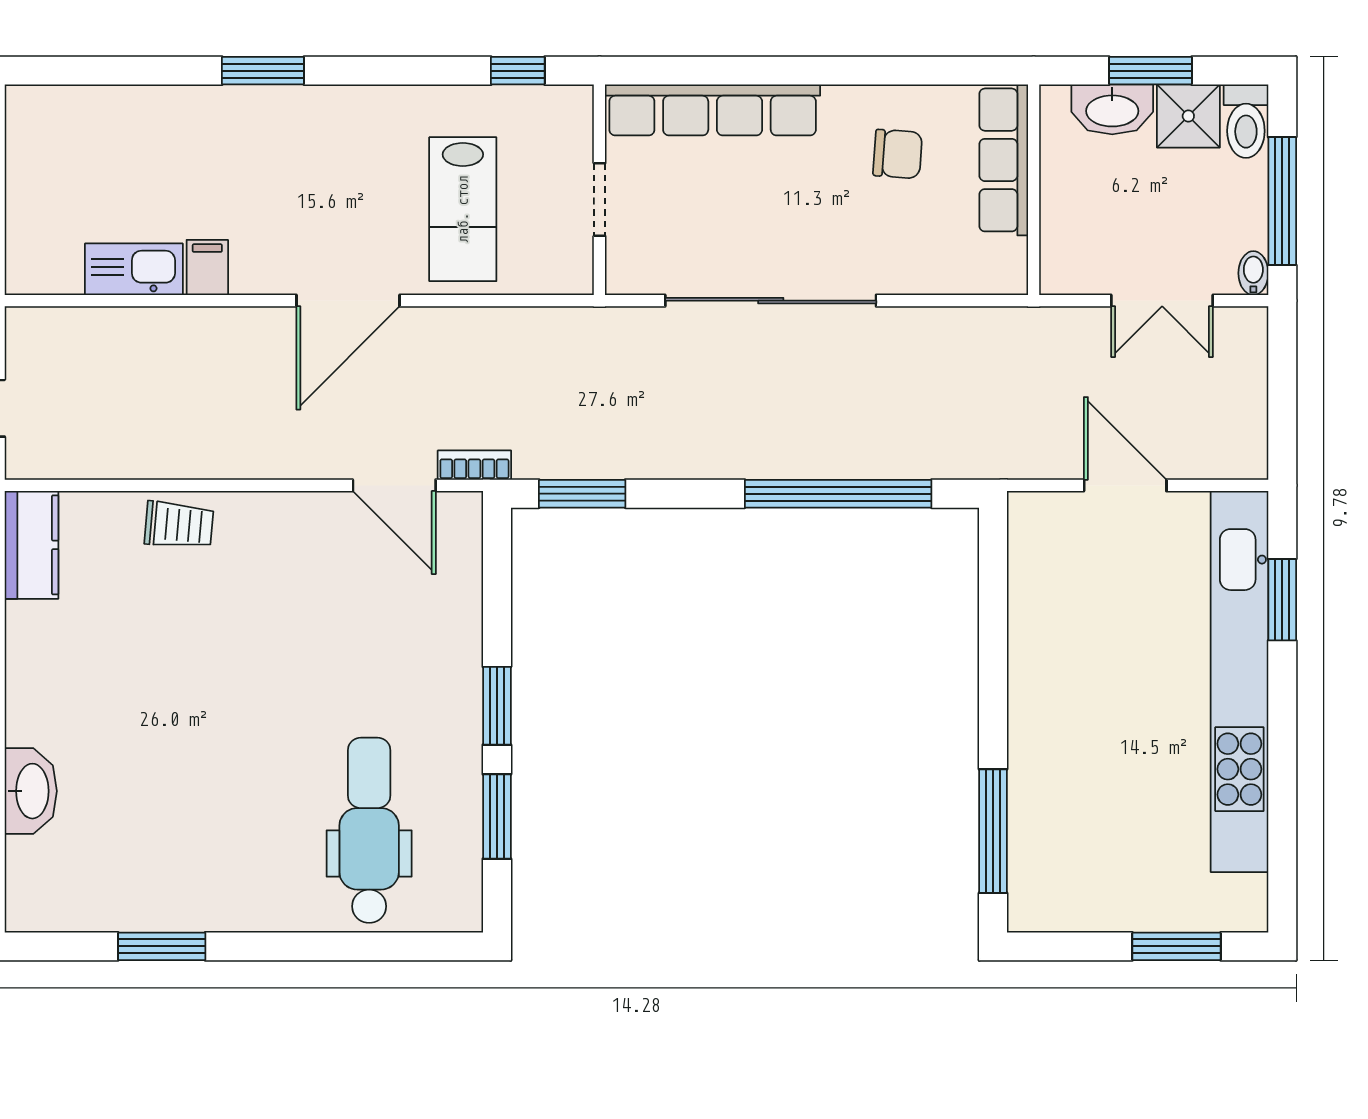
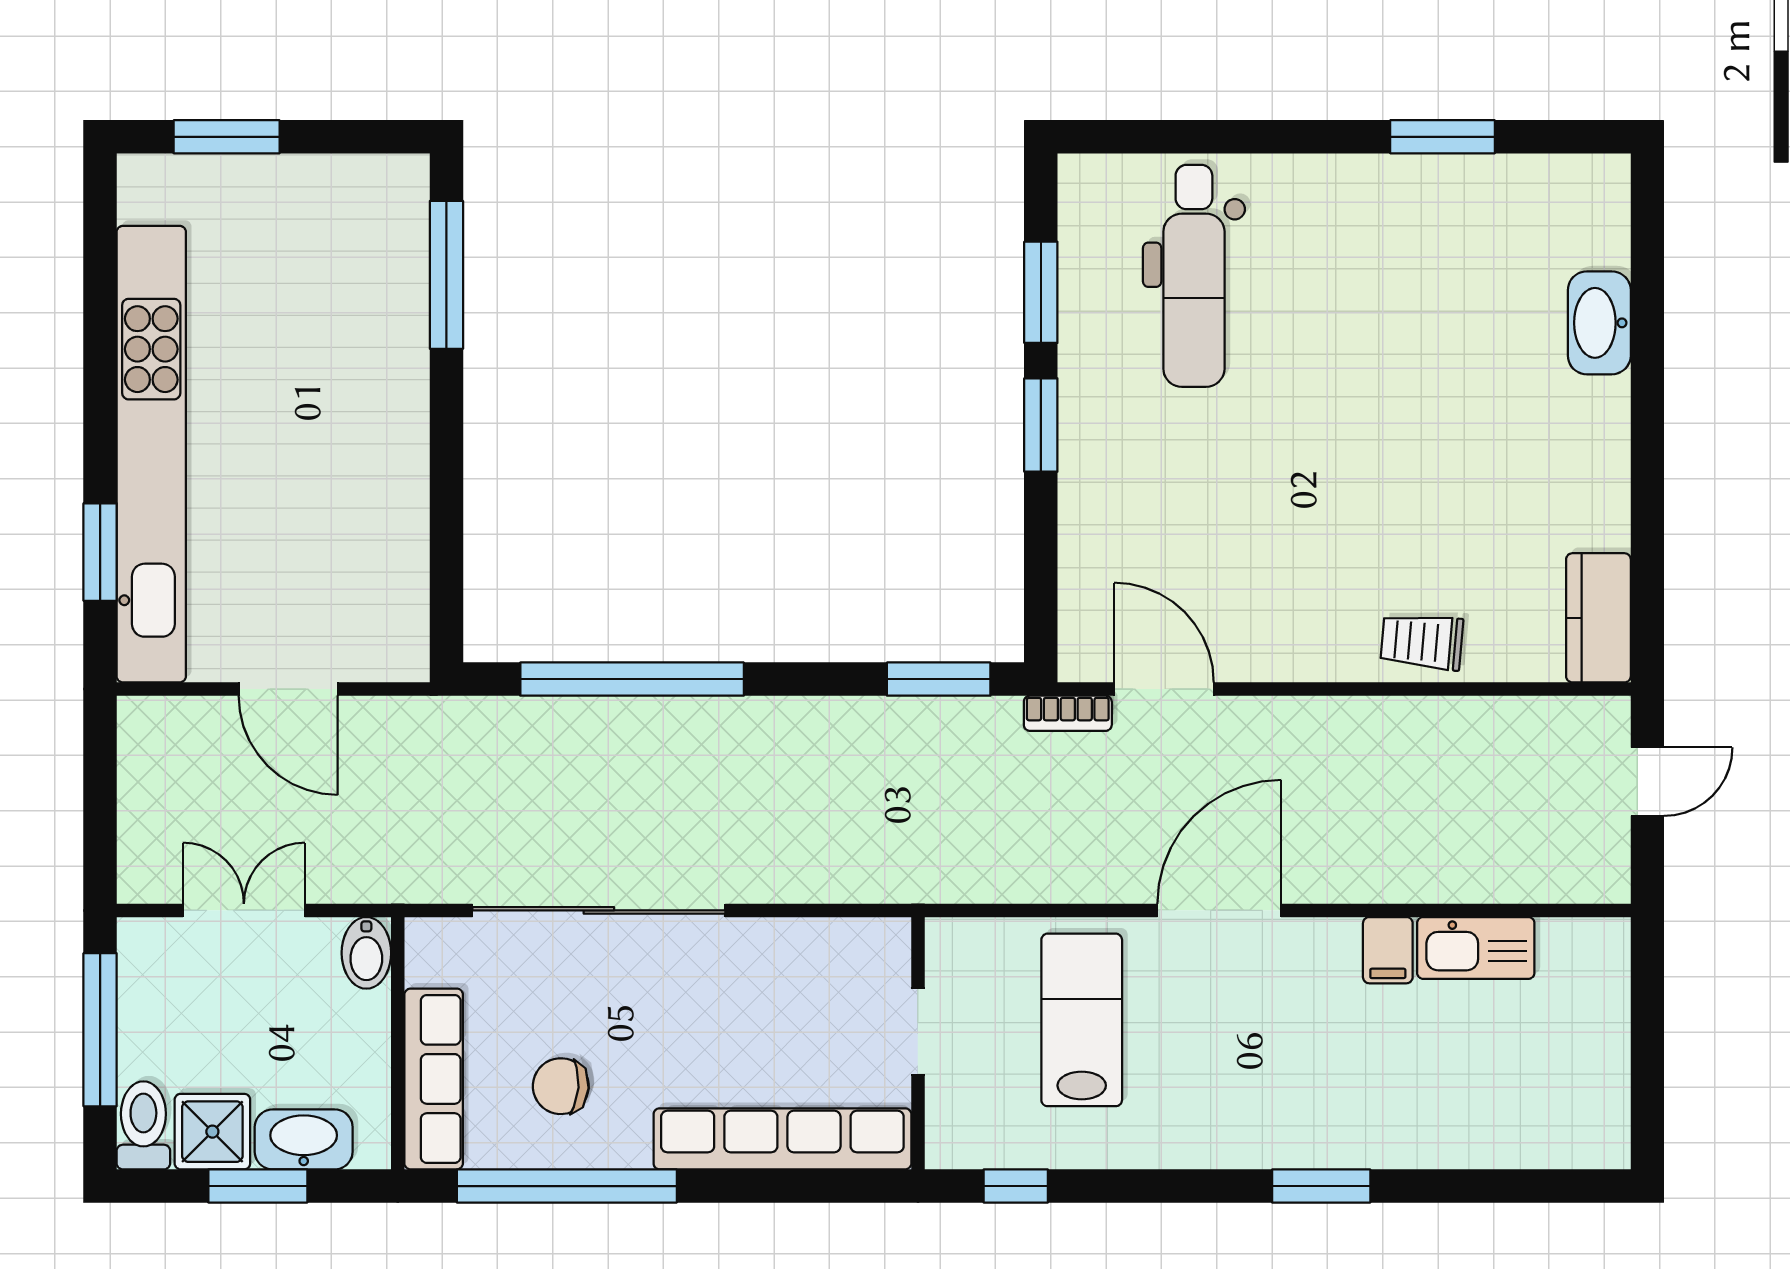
window: (893, 71) -> (567, 1186), added
bidet: (1253, 273) -> (366, 953), moved, width x1.38, depth x1.36
sliding door: (771, 301) -> (599, 910), moved

